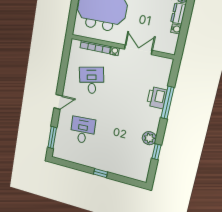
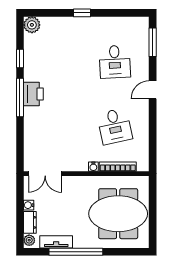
double door: (138, 50) -> (45, 174), moved
printer: (157, 98) -> (33, 94), moved
window: (168, 103) -> (20, 98), moved
plant: (149, 138) -> (32, 25), moved

